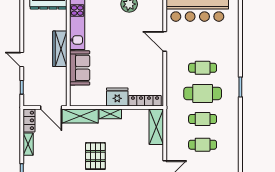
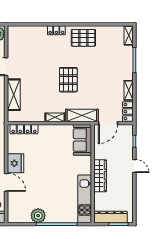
sofa: (80, 68) -> (82, 140), moved
fridge: (117, 97) -> (16, 163), moved, turned -90
door: (51, 107) -> (108, 123), swing flipped
shelving: (156, 127) -> (14, 95), moved

